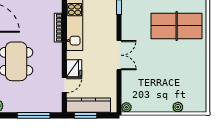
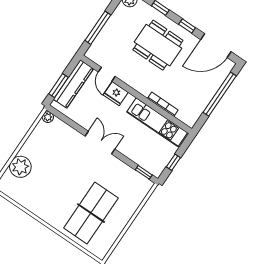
double door: (119, 55) -> (100, 143), swing flipped
plant: (178, 107) -> (20, 167), width x1.87, depth x1.87
window: (85, 115) -> (59, 86), moved

